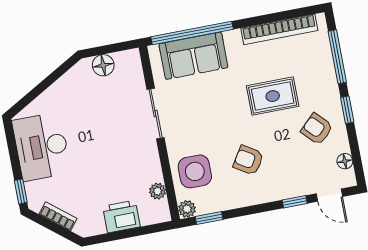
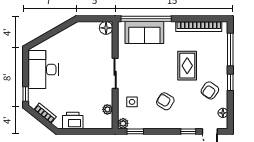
floor lamp: (103, 65) -> (106, 28), moved
rug: (273, 96) -> (187, 66), turned 90
sliding door: (156, 114) -> (115, 73), moved
armchair: (317, 129) -> (210, 90), turned -101
side table: (195, 171) -> (132, 102), width x0.54, depth x0.54
printer: (121, 216) -> (73, 120), moved

